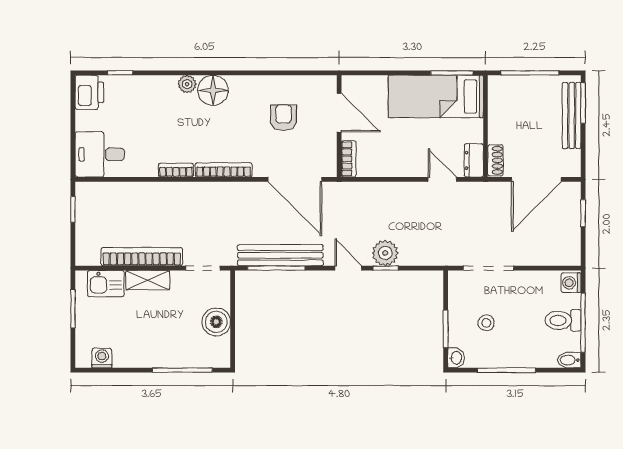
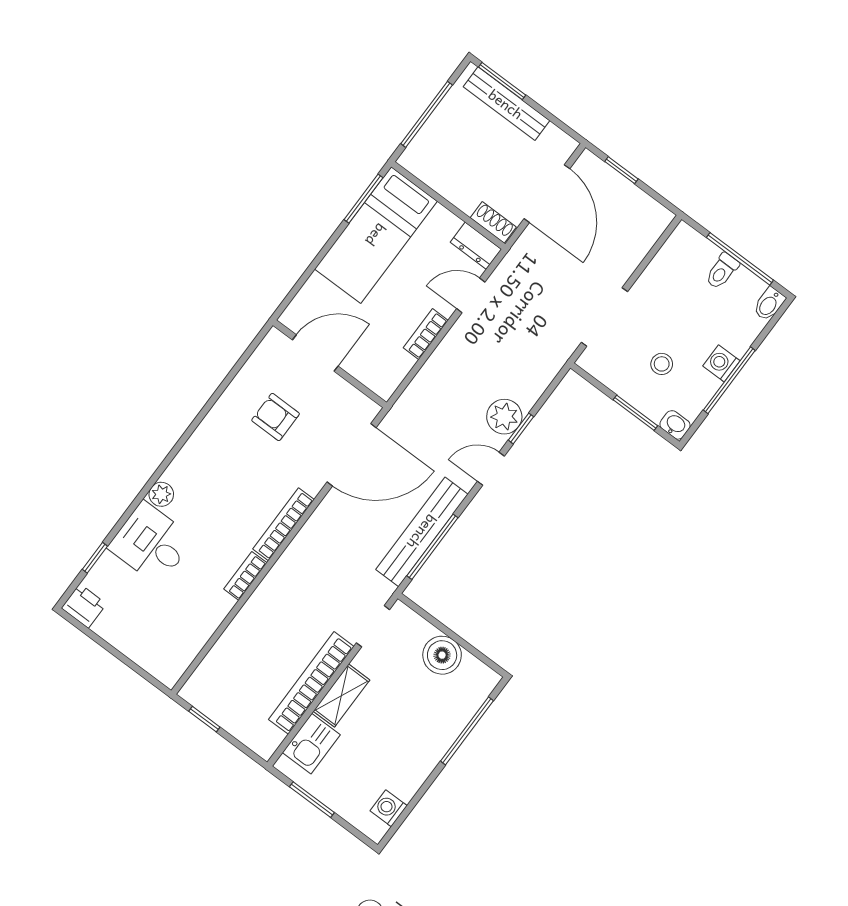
floor lamp: (213, 90) -> (189, 471), removed
printer: (89, 92) -> (84, 606), width x0.73, depth x0.81
desk: (100, 154) -> (151, 543), moved, turned 90
bookcase: (349, 159) -> (426, 334), moved, turned -90
washing machine: (571, 283) -> (721, 363), moved, turned 90
toilet: (563, 320) -> (722, 271), width x0.73, depth x0.72

